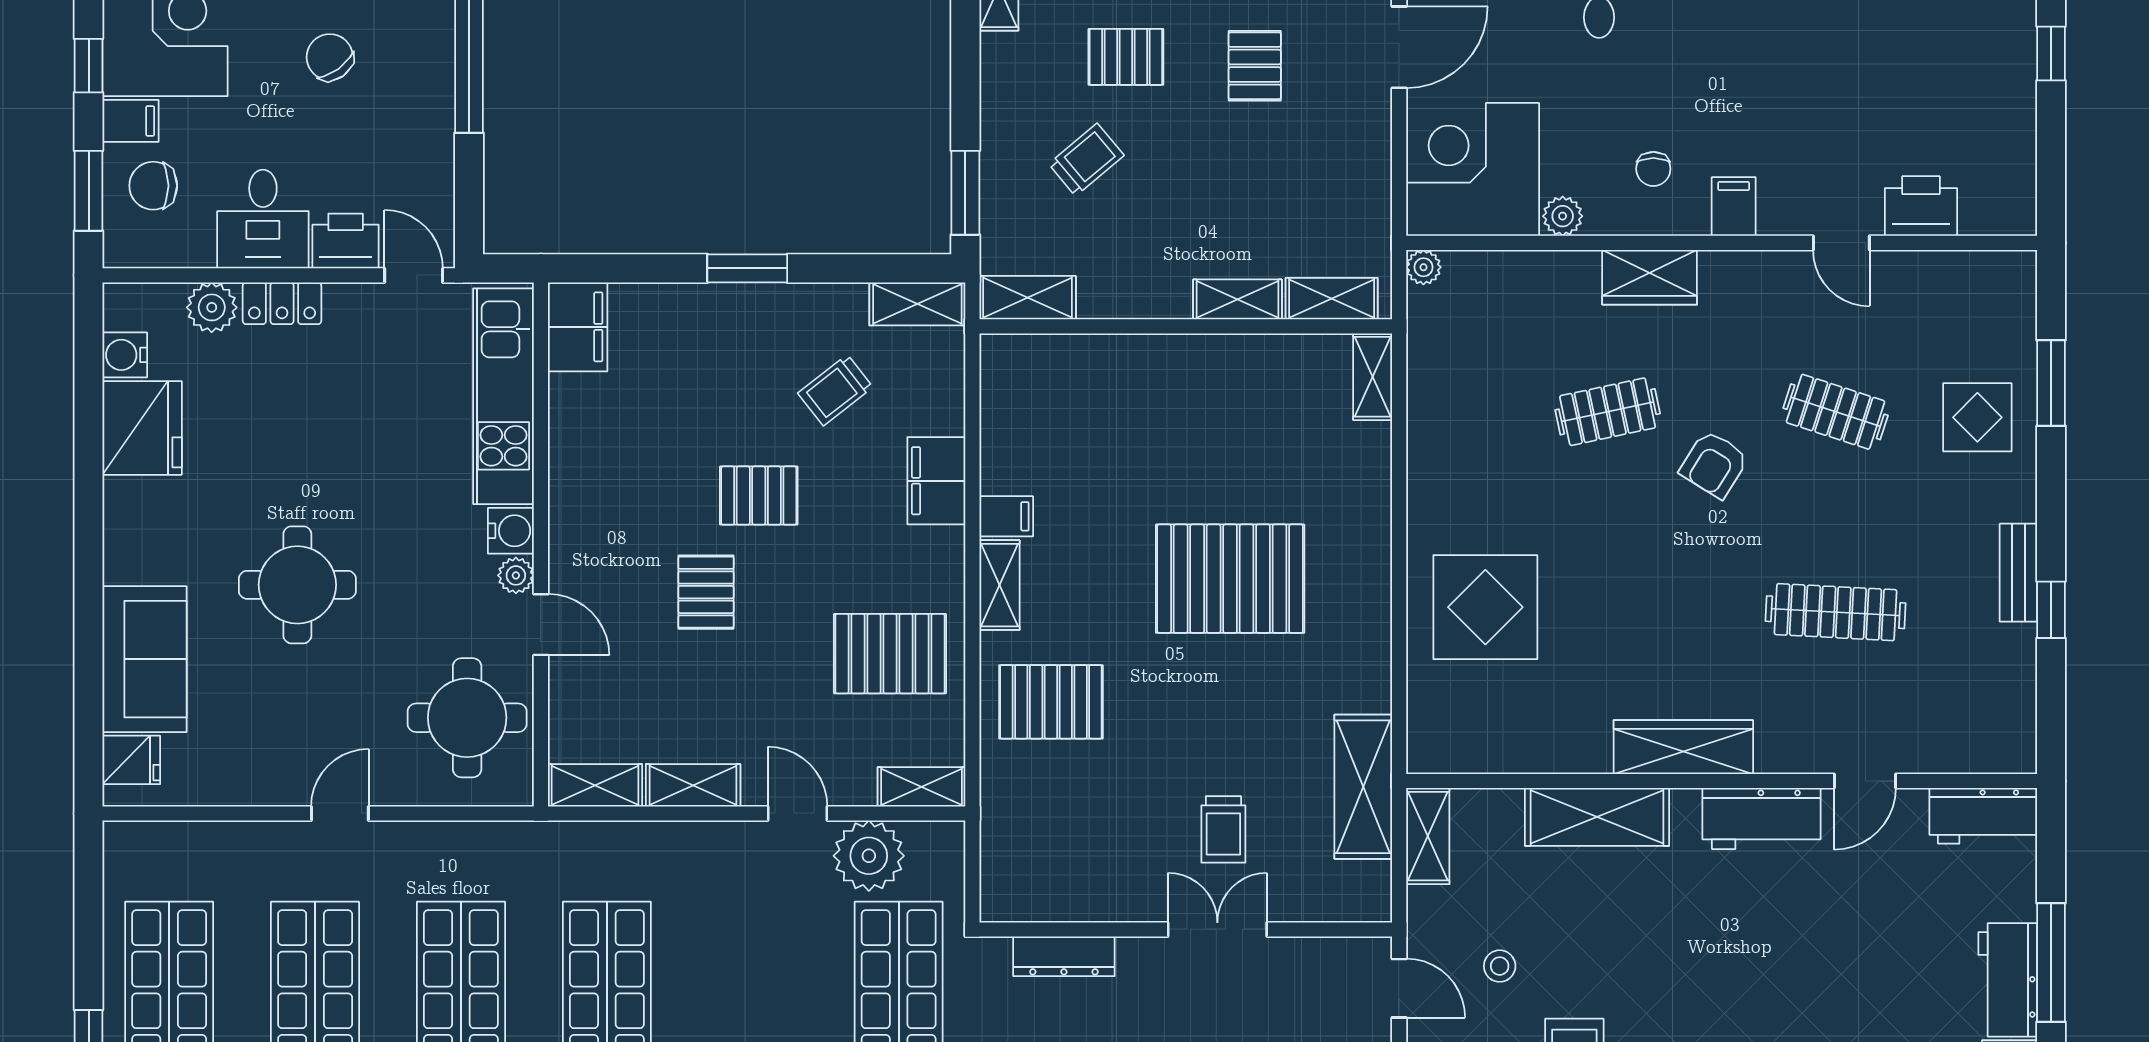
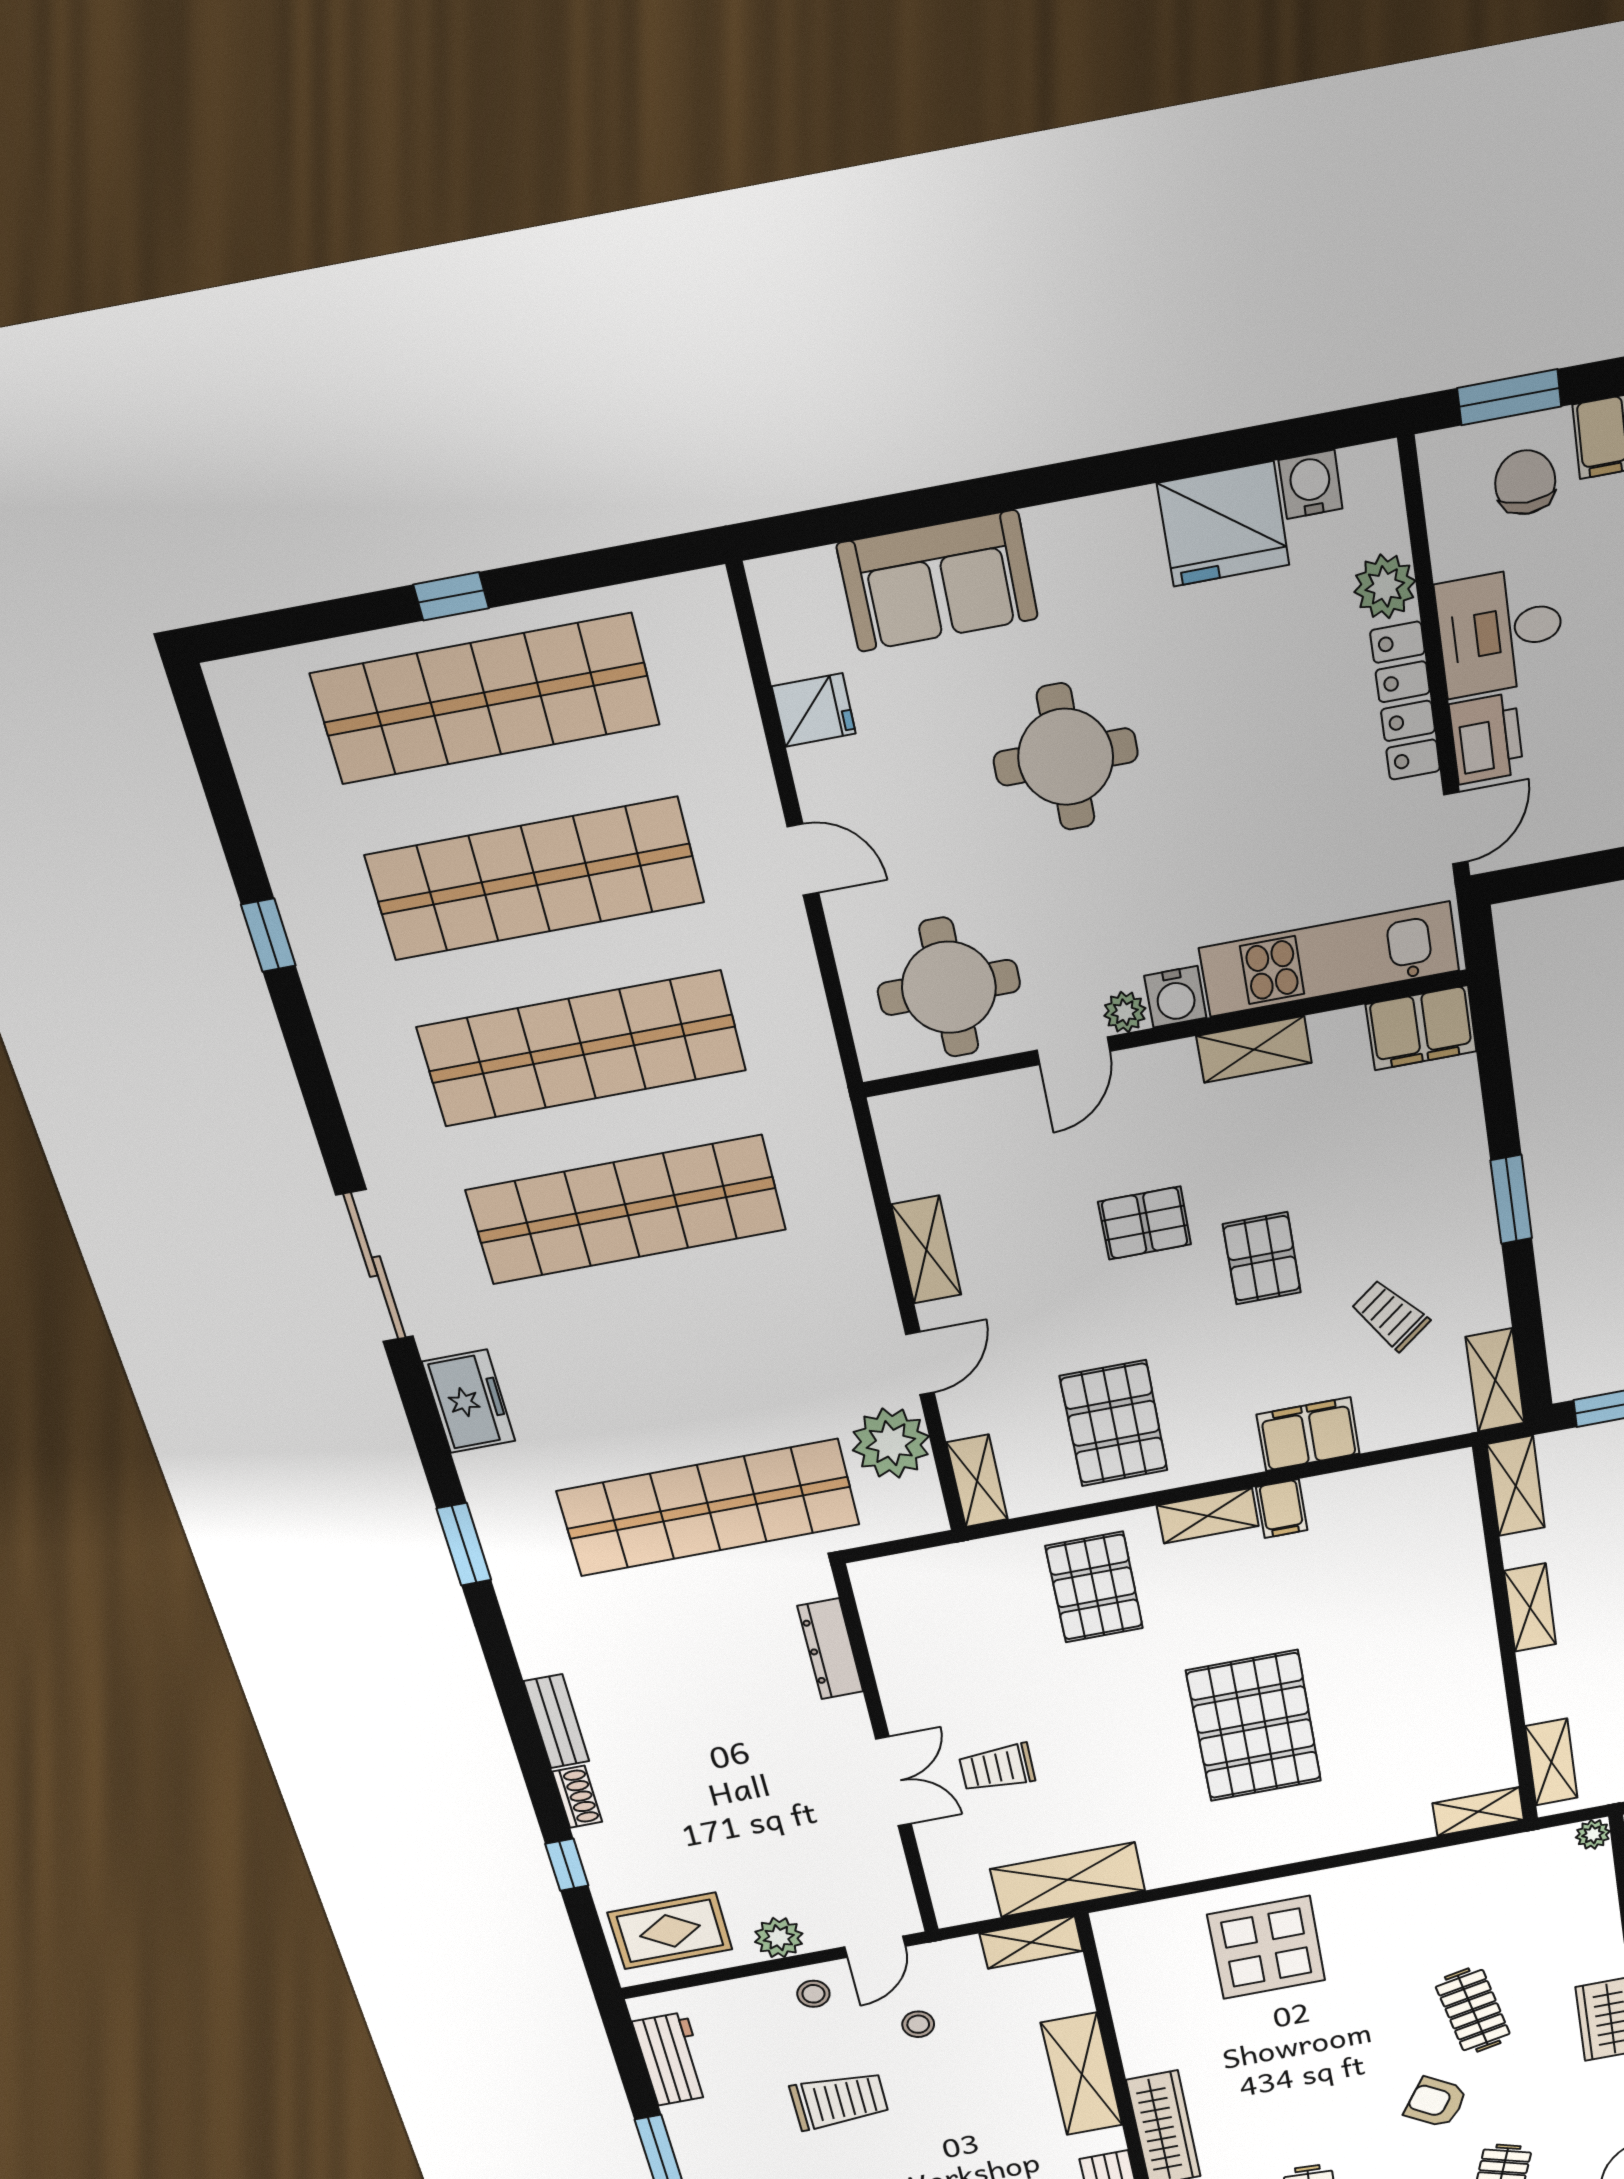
shelving: (1237, 299) -> (1530, 1608), moved
locker: (282, 303) -> (1405, 701), width x1.53
fridge: (131, 760) -> (814, 710), moved, turned -90
shelving: (595, 785) -> (1254, 1049), moved, turned 90

